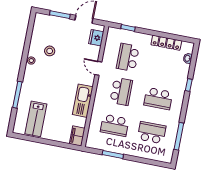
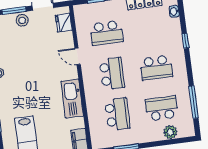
stool: (50, 51) -> (22, 20), moved
school desk: (128, 57) -> (106, 33), turned -90
school desk: (115, 125) -> (117, 114), turned -90
plant: (152, 154) -> (170, 132), added

